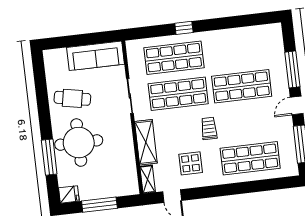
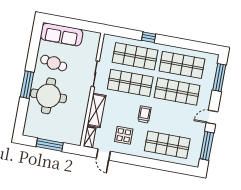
shop shelf: (237, 50) -> (182, 65), added
sofa: (96, 56) -> (62, 34), moved
window: (292, 69) -> (219, 77), moved
window: (49, 157) -> (27, 85), moved
fridge: (69, 194) -> (30, 131), removed

